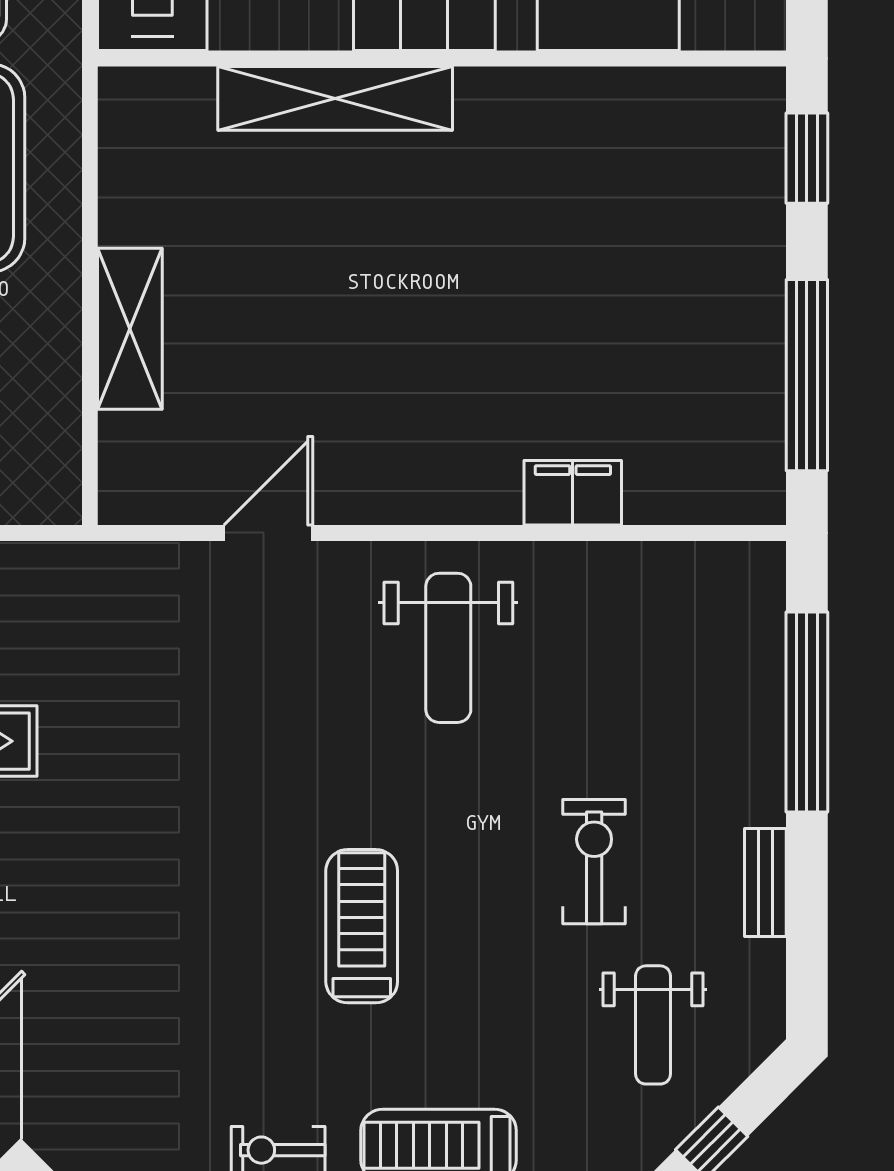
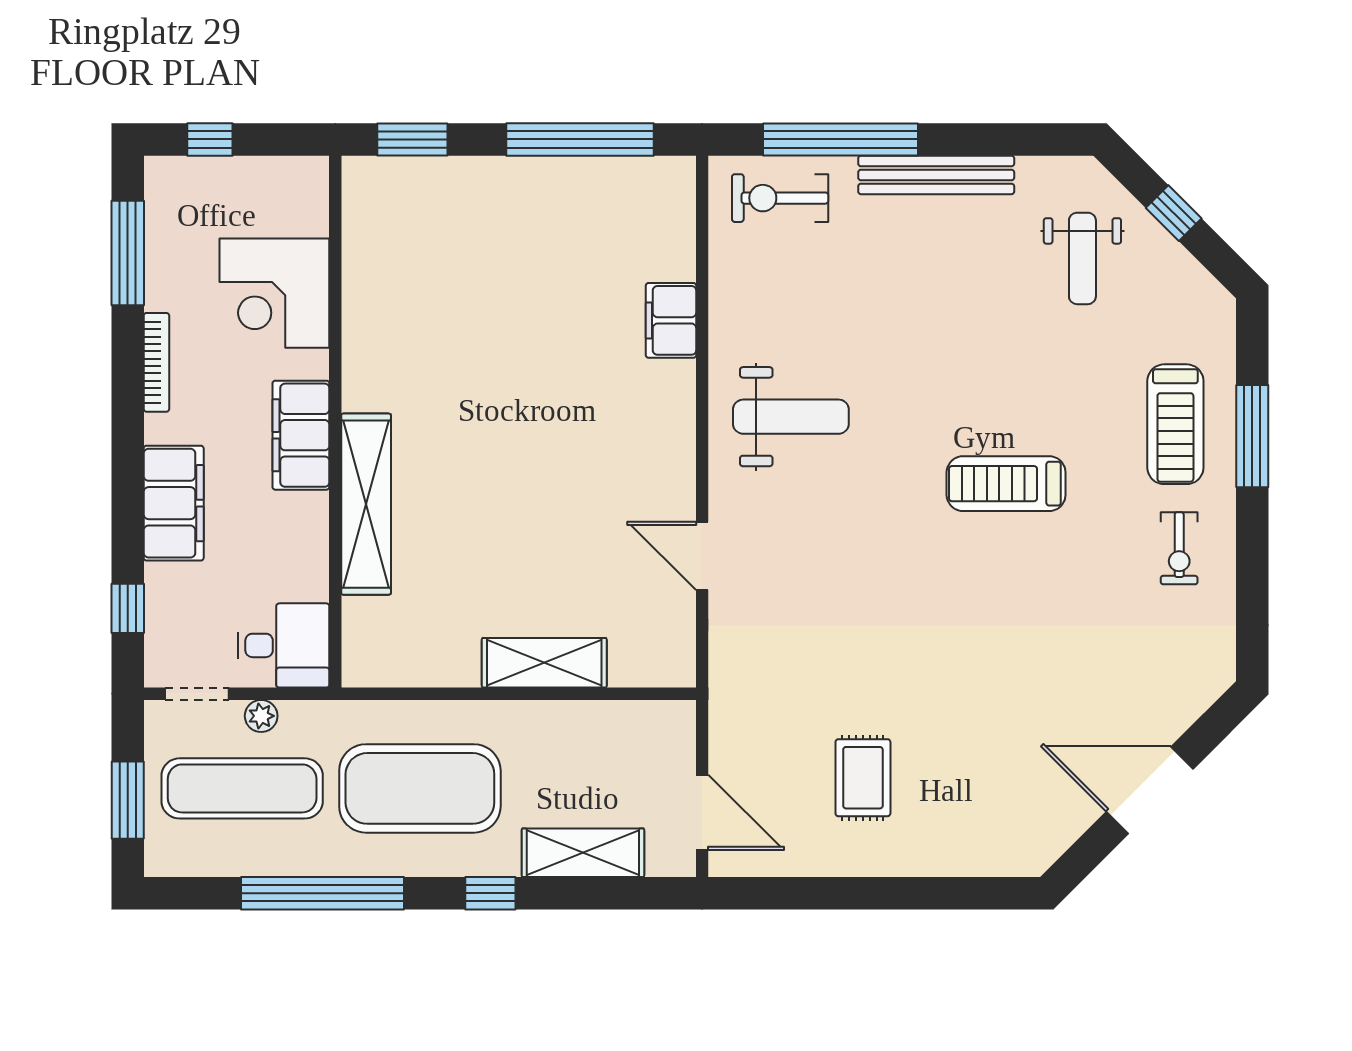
exercise bike: (594, 862) -> (780, 198), moved
bench: (765, 883) -> (936, 175), width x1.86, depth x1.21
weight bench: (653, 1025) -> (1082, 258), turned 90

